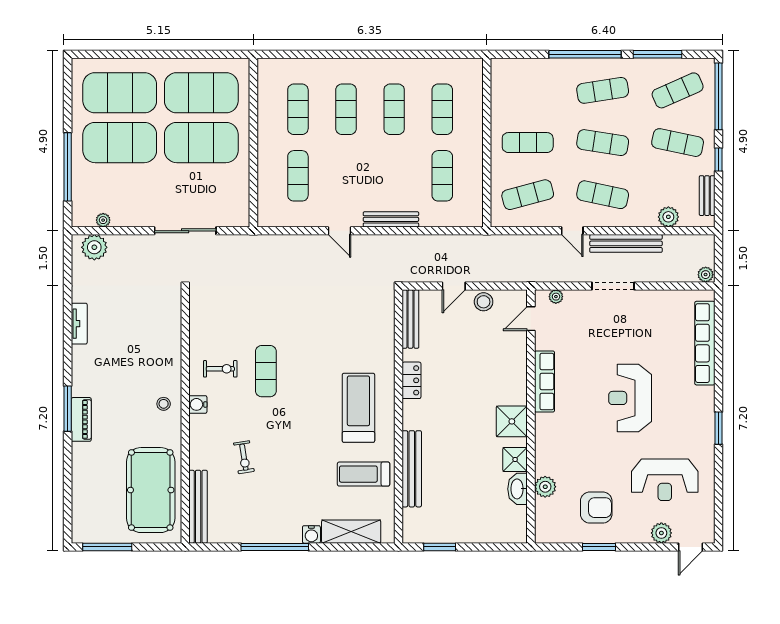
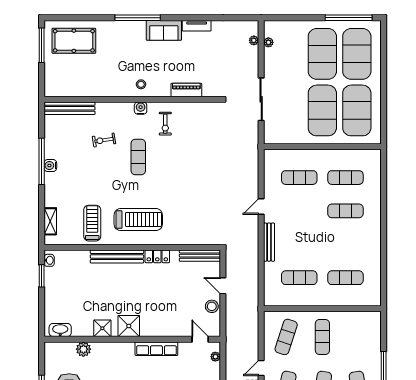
exercise mat: (394, 109) -> (345, 244), removed
window: (68, 167) -> (349, 18), moved
exercise mat: (528, 195) -> (286, 337), turned 33
plant: (94, 247) -> (254, 40), width x0.53, depth x0.53
sofa: (86, 371) -> (164, 30), added
exercise mat: (266, 371) -> (138, 157), moved, turned 90
window: (68, 409) -> (138, 18), width x1.46
piano: (81, 419) -> (186, 90), moved, turned 180
bench: (412, 469) -> (117, 257), moved
washbasin: (518, 489) -> (60, 330), moved
pool table: (151, 490) -> (74, 41), moved, width x0.73, depth x0.76
shelving: (351, 532) -> (50, 221), width x0.67, depth x0.75
water cooler: (311, 534) -> (50, 166), moved
washbasin: (417, 536) -> (49, 260), added

